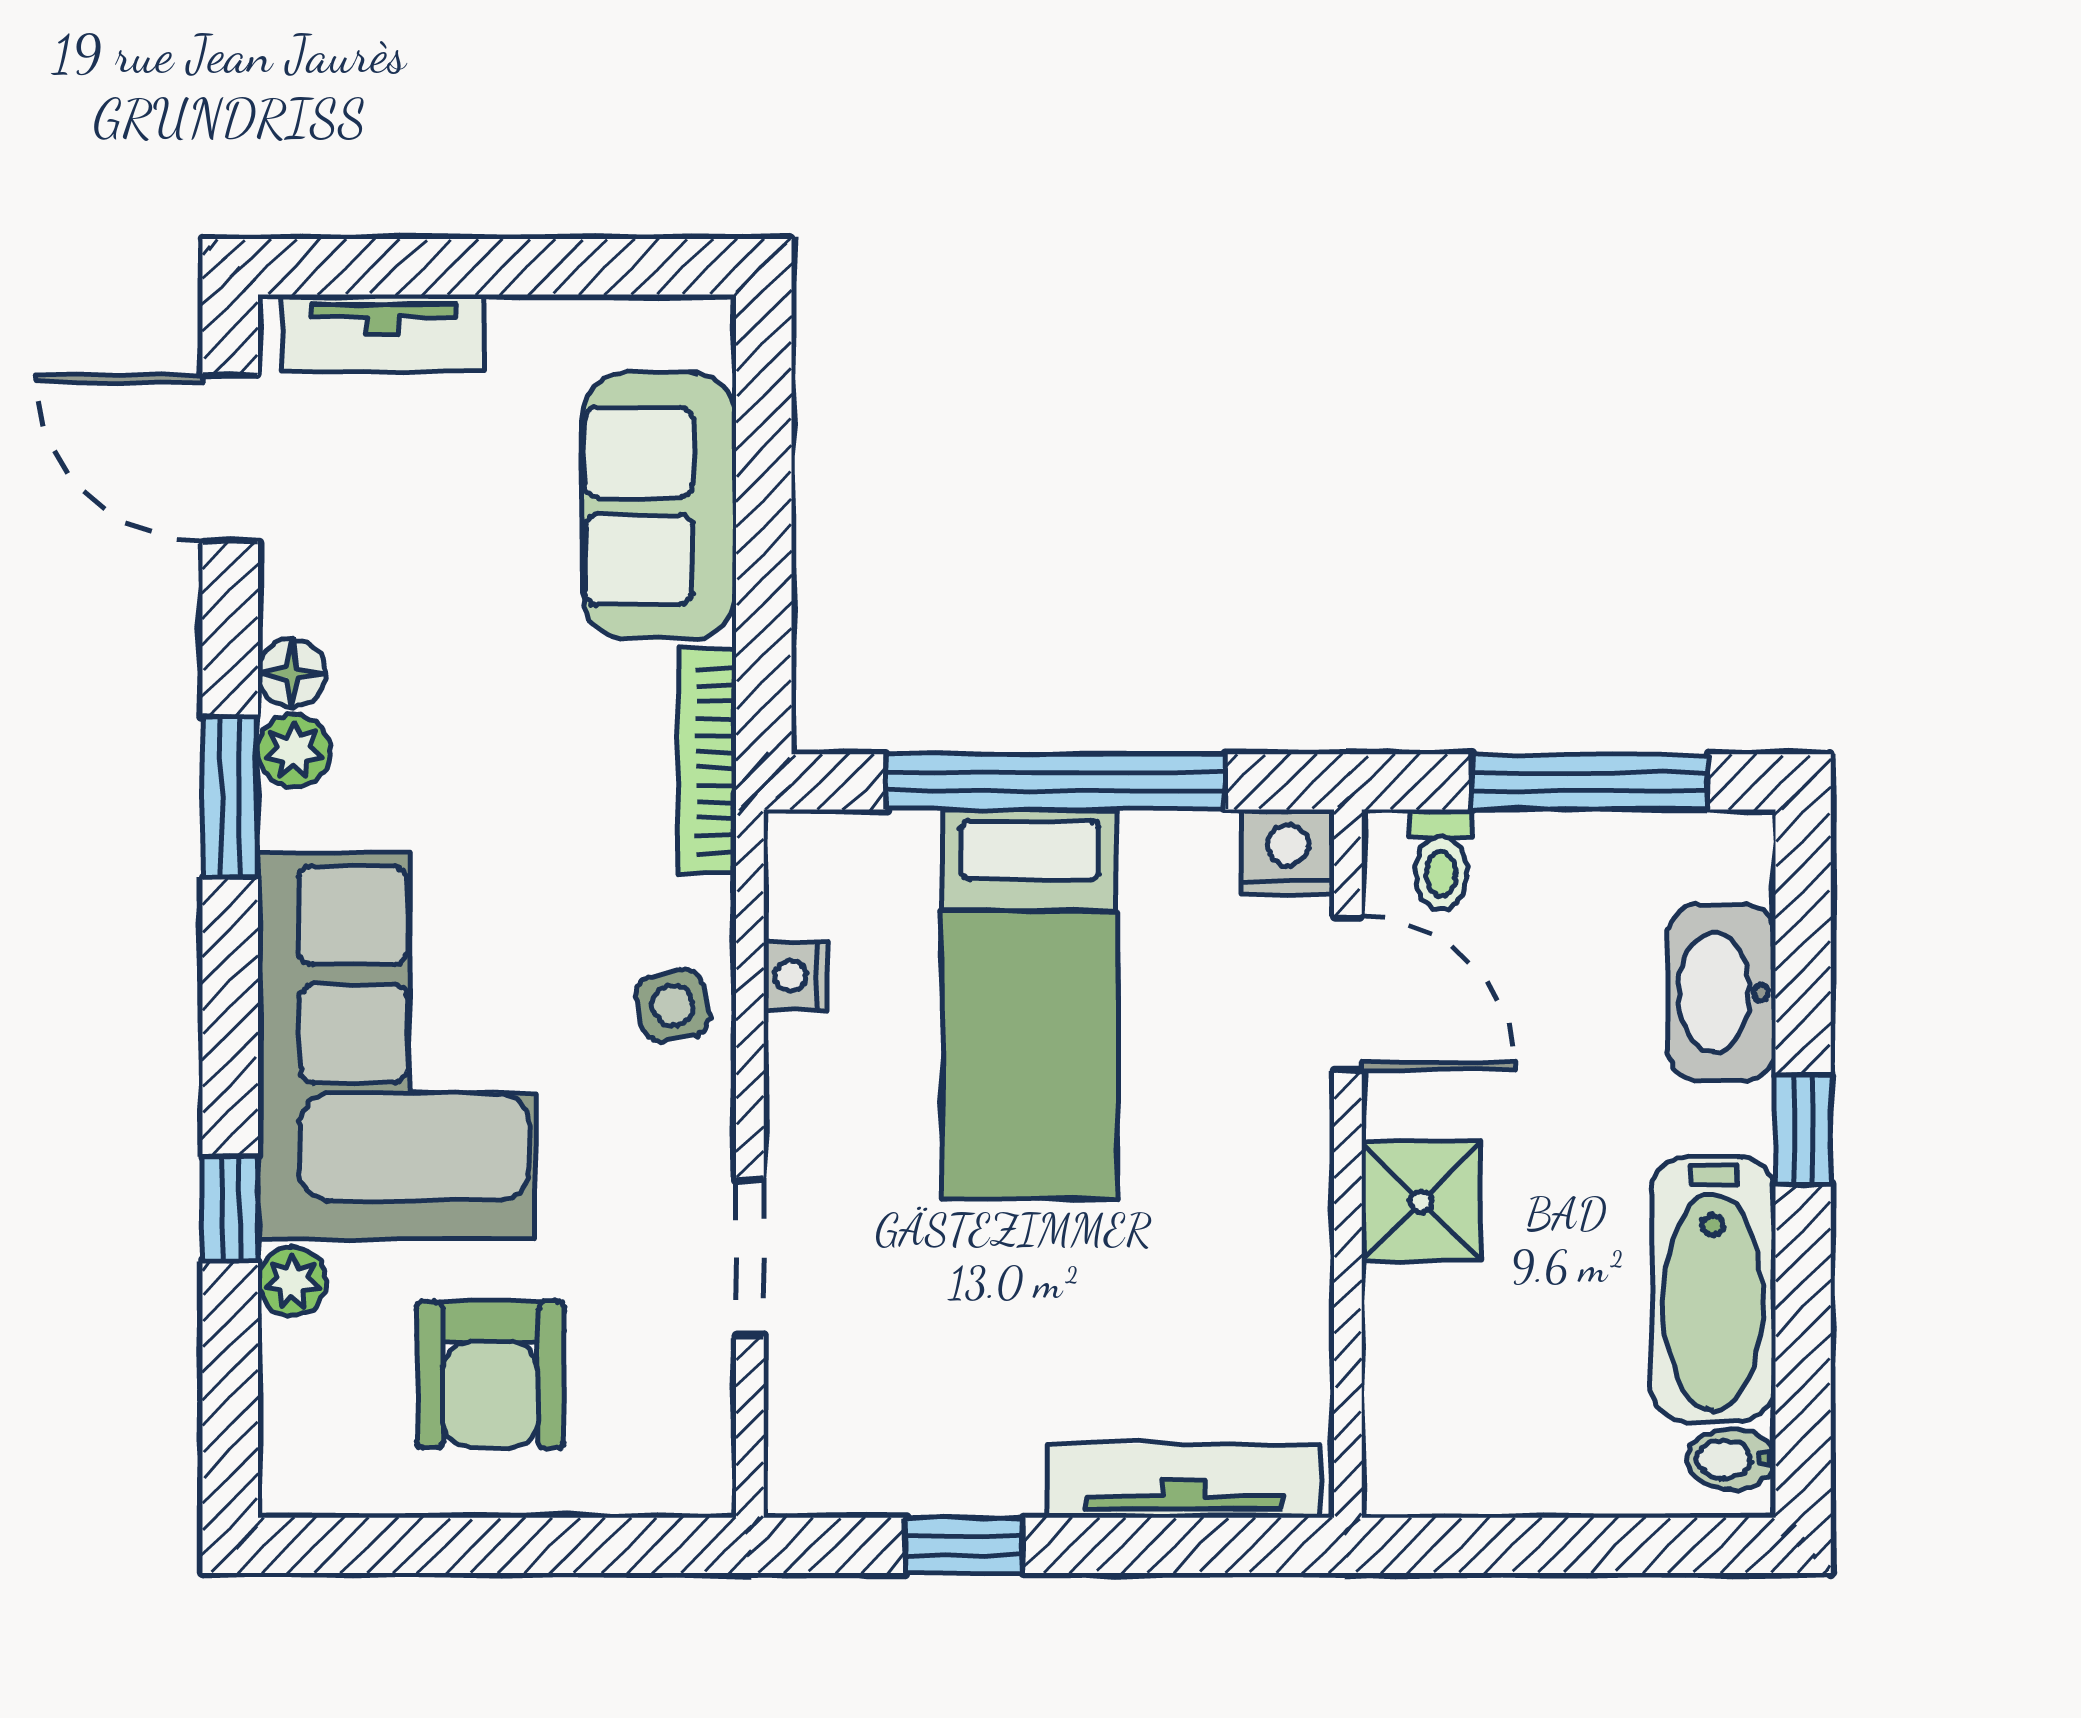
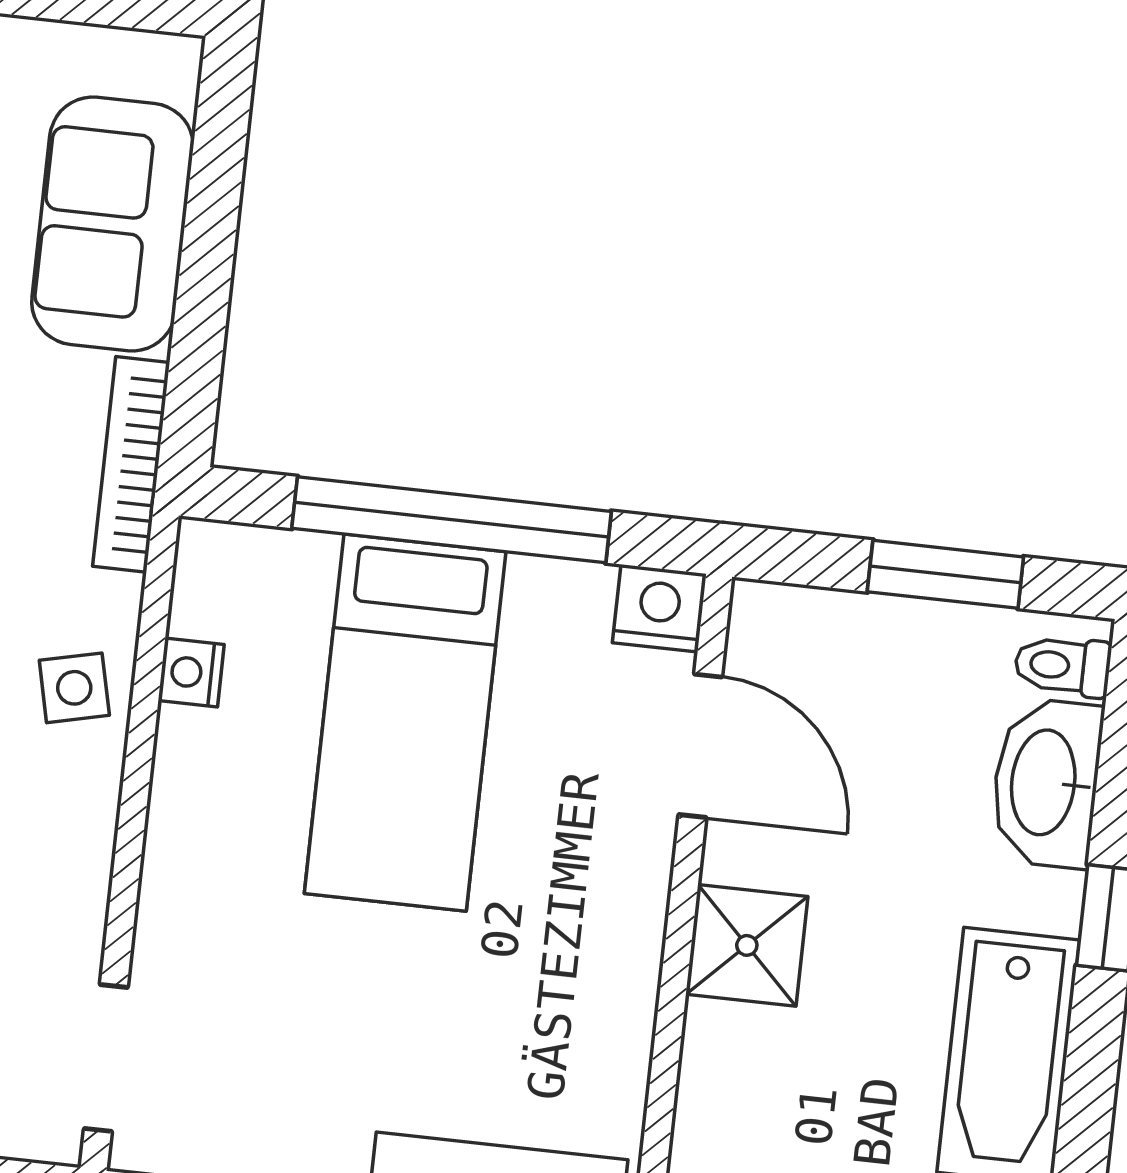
window: (1589, 782) -> (945, 574), width x0.69
toilet: (1441, 860) -> (1063, 666), moved, turned 90
doorway: (750, 1258) -> (106, 1058), moved

